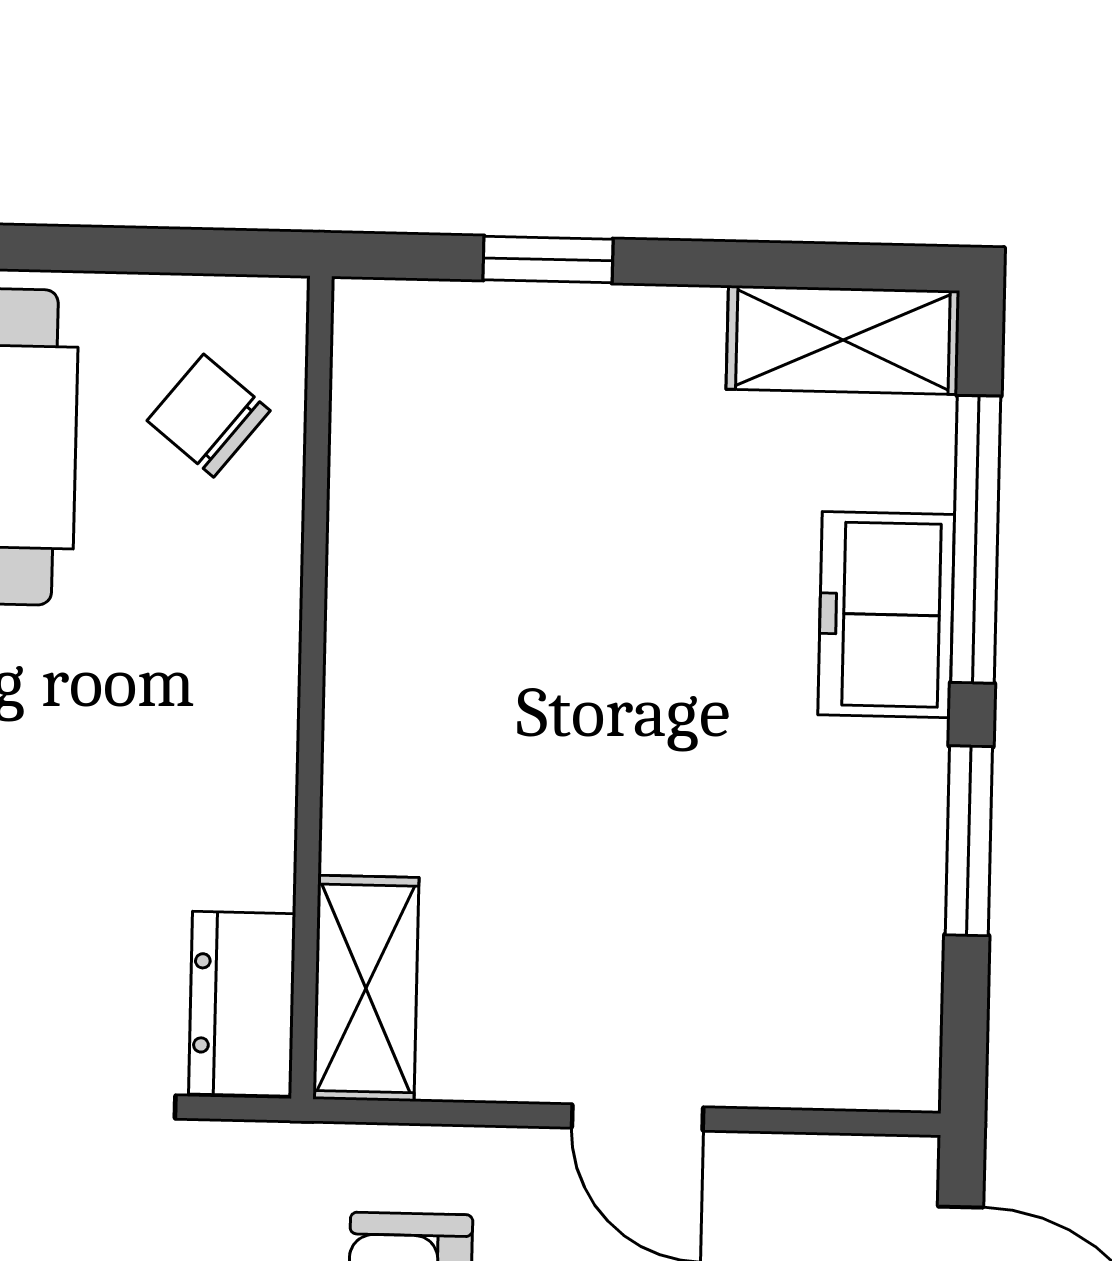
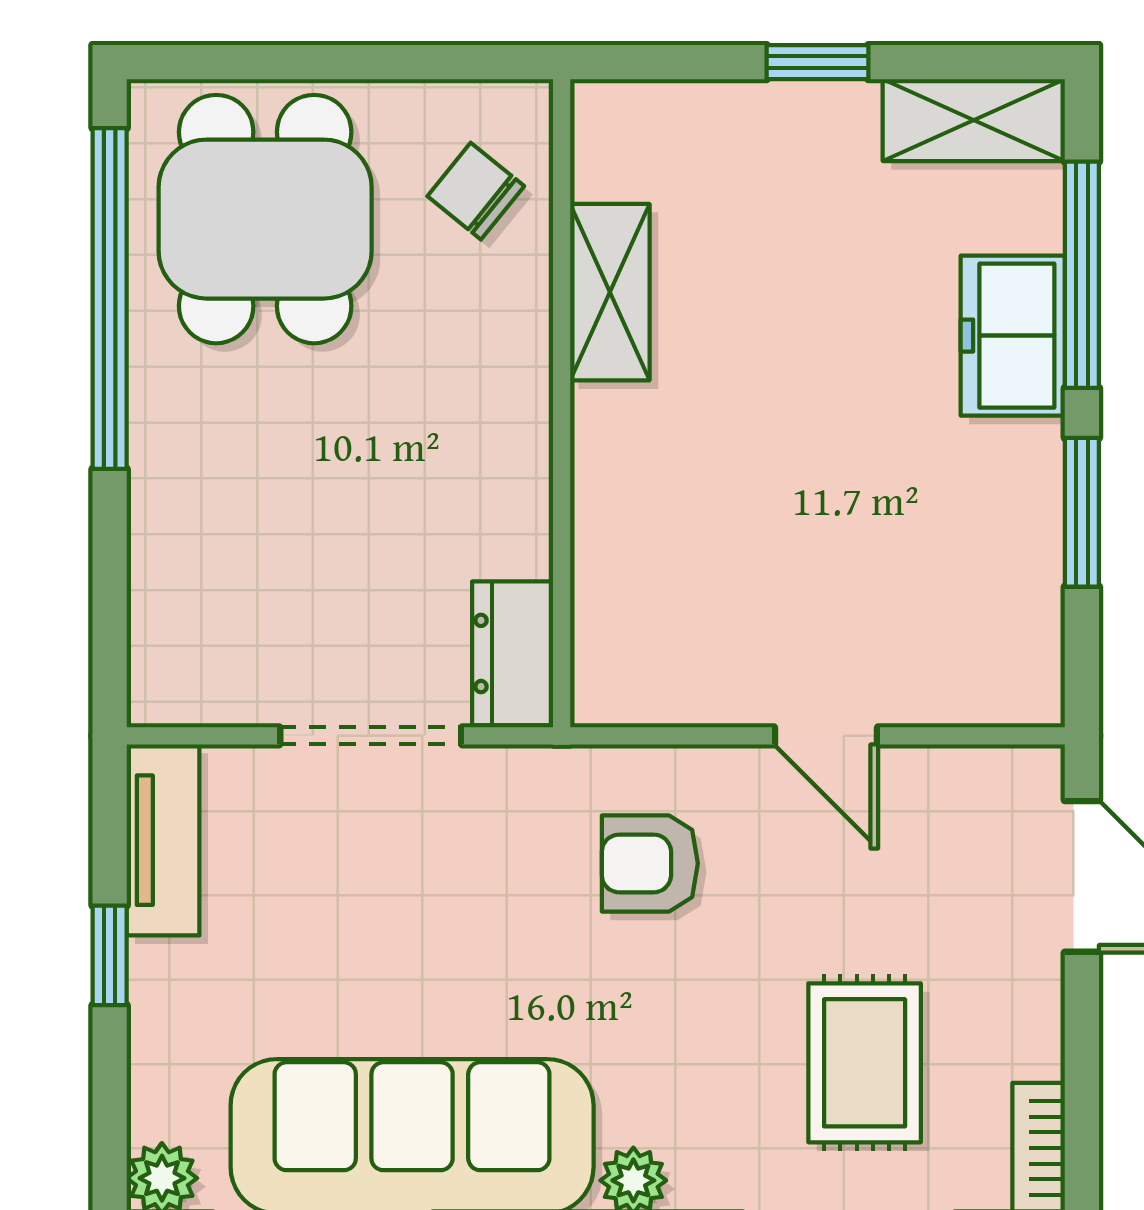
window: (548, 259) -> (818, 62), moved
shelving: (366, 988) -> (610, 292), moved

